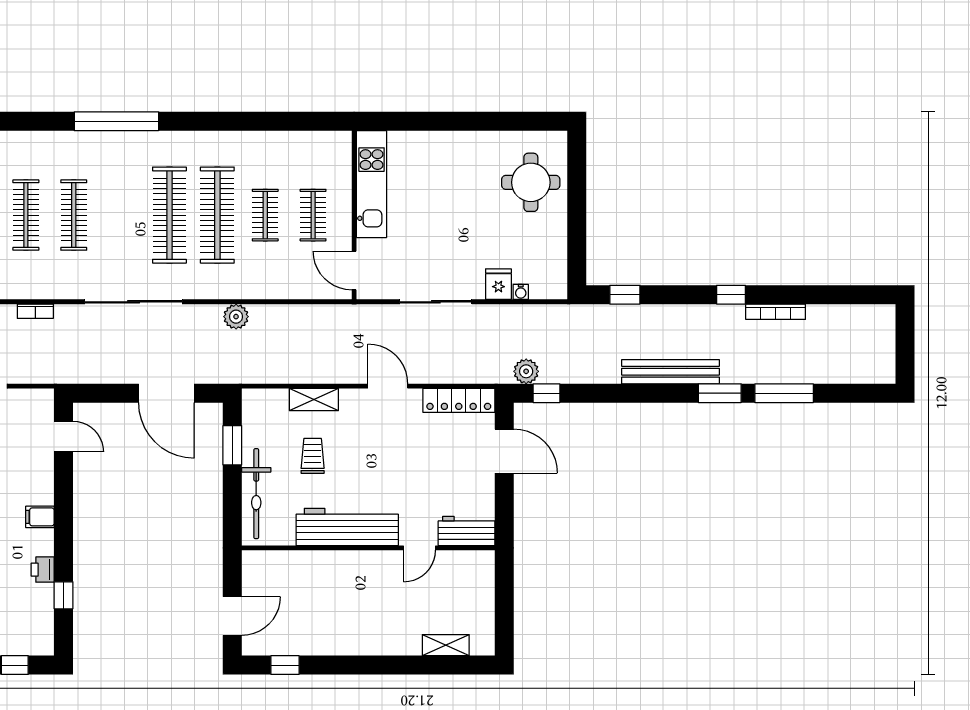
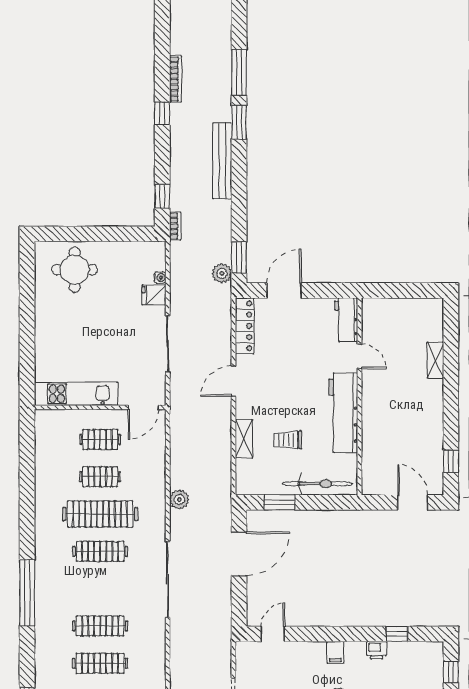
clothes rail: (169, 215) -> (100, 551), width x0.73, depth x0.76
bookcase: (35, 311) -> (175, 226), moved
window: (547, 393) -> (239, 257), width x1.50
shelving: (446, 645) -> (435, 360), moved

